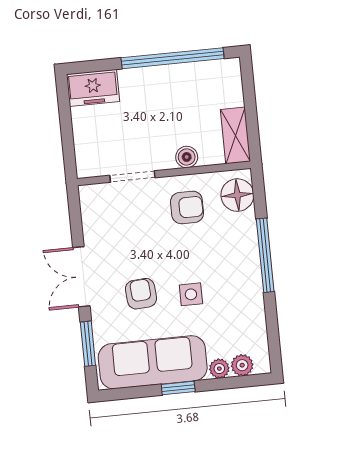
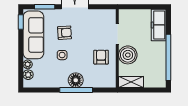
freezer: (93, 88) -> (159, 25), width x1.40
boiler: (187, 157) -> (128, 55), width x1.86, depth x1.86
floor lamp: (237, 195) -> (76, 80), moved
armchair: (187, 207) -> (101, 57), turned 180
window: (178, 388) -> (21, 22), moved

